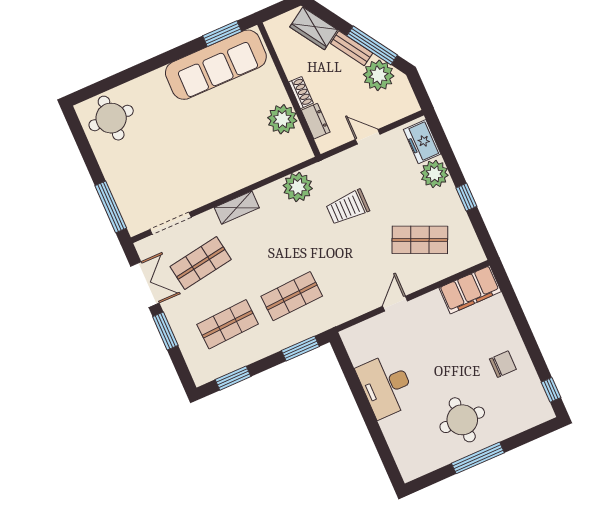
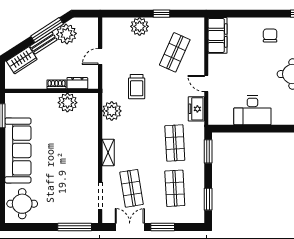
sofa: (216, 65) -> (18, 150), moved
freezer: (422, 142) -> (196, 109), moved, turned 90

